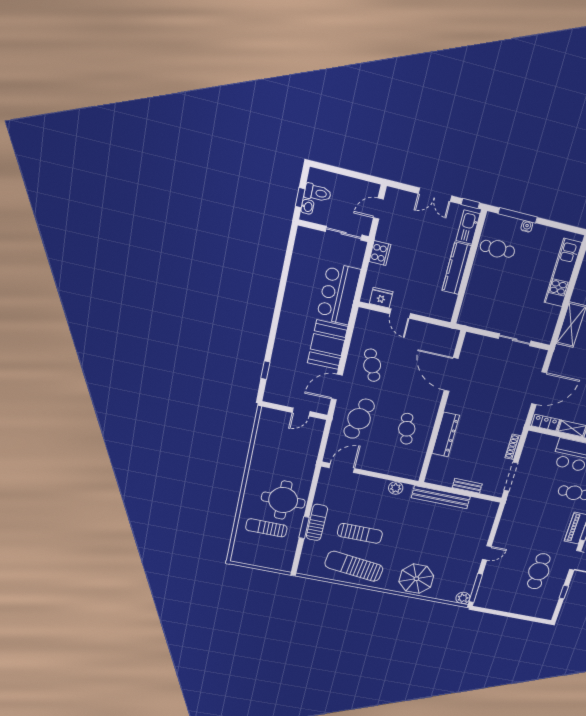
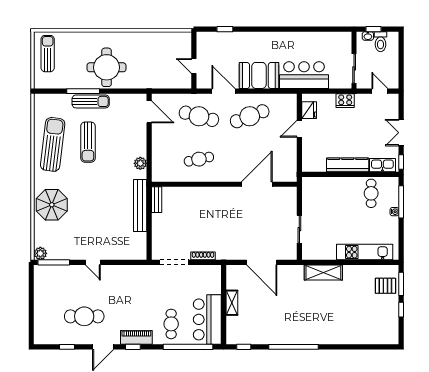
cafe table: (372, 365) -> (250, 116), width x1.37, depth x1.35
locker: (545, 423) -> (232, 278), removed
dresser: (446, 434) -> (201, 194), removed
bench: (467, 486) -> (157, 200), moved
window: (304, 527) -> (83, 91), width x1.44
sun lounger: (266, 528) -> (48, 54), moved

